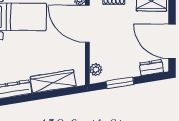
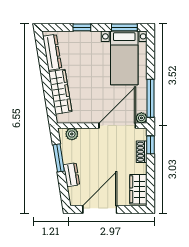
dresser: (151, 68) -> (72, 175), moved

